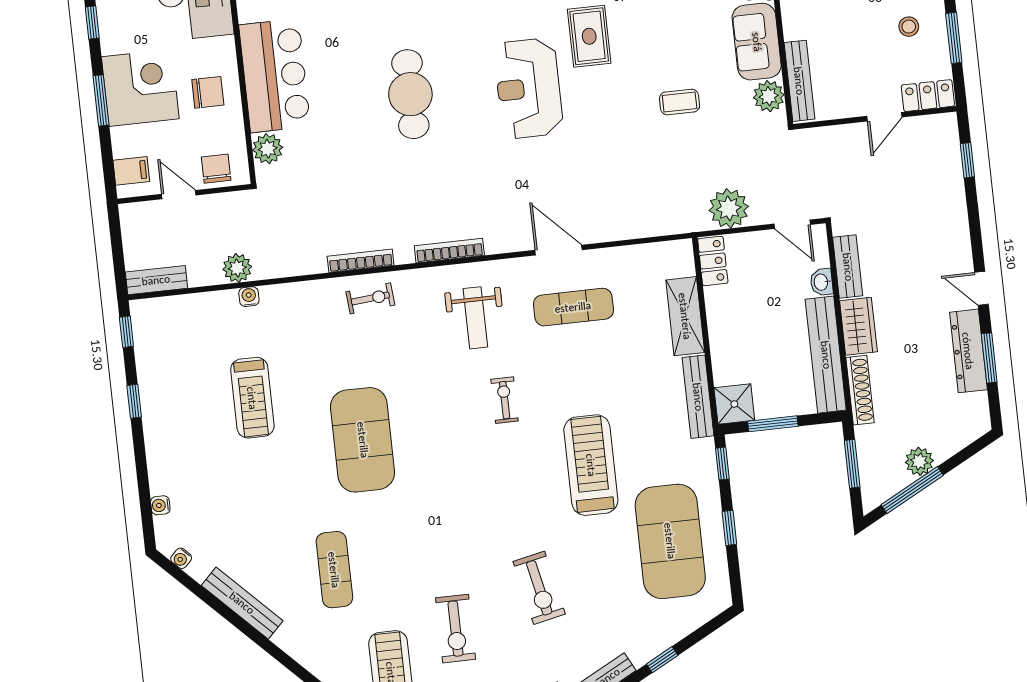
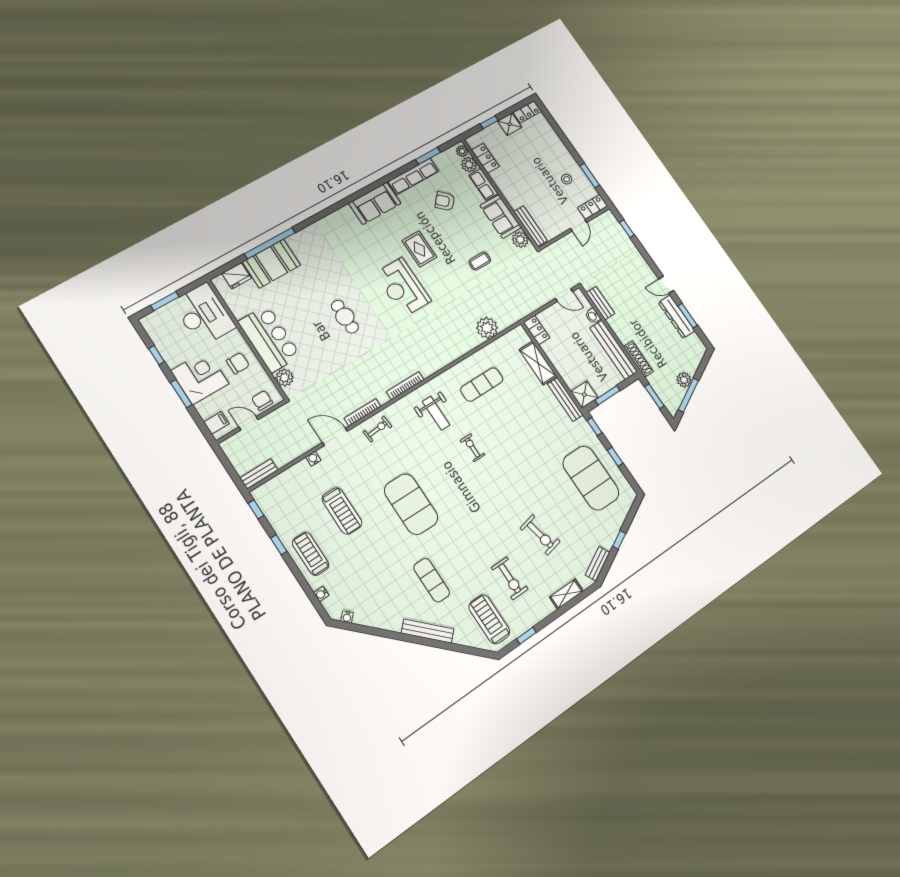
cafe table: (410, 94) -> (345, 317), width x0.73, depth x0.74
plant: (729, 208) -> (487, 328), moved
door: (559, 250) -> (335, 437), moved
plant: (237, 268) -> (299, 447), removed
wardrobe: (858, 326) -> (621, 329), removed
treadmill: (591, 465) -> (311, 554), moved, width x0.73, depth x0.73
bench: (242, 603) -> (428, 631), moved

